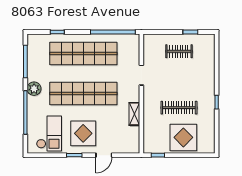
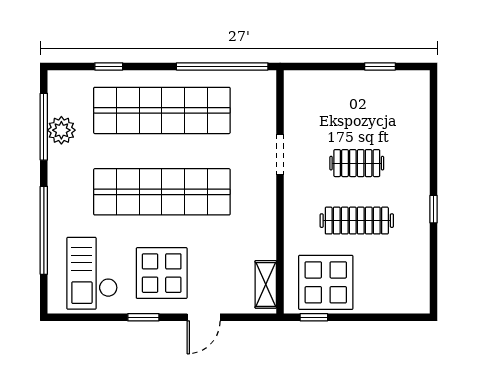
clothes rail: (179, 51) -> (357, 163), moved
plant: (34, 89) -> (61, 130), moved
shelving: (134, 114) -> (266, 284), moved
checkout: (49, 133) -> (92, 273), turned 180
display table: (183, 137) -> (326, 282), moved

